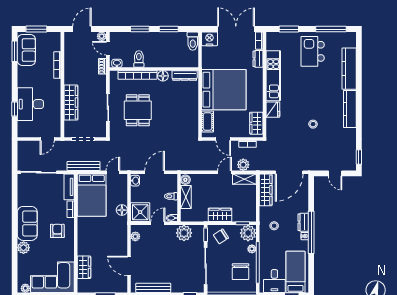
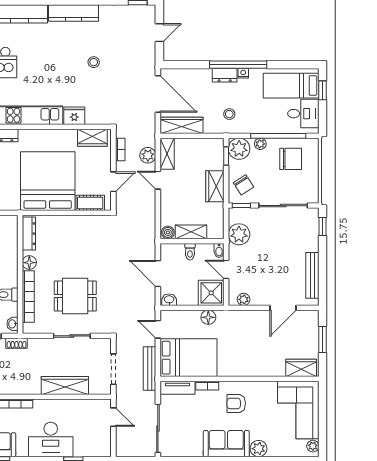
desk: (30, 104) -> (51, 439), moved
wardrobe: (84, 267) -> (301, 368), moved

